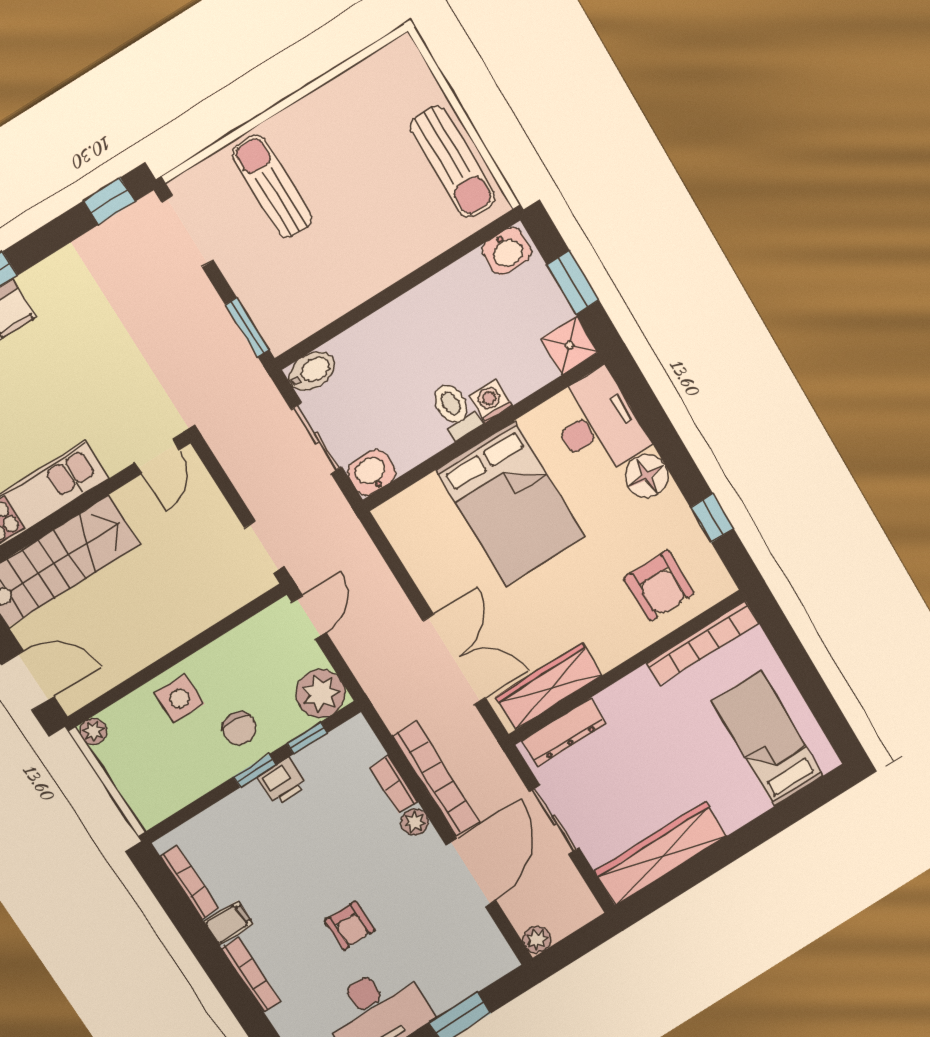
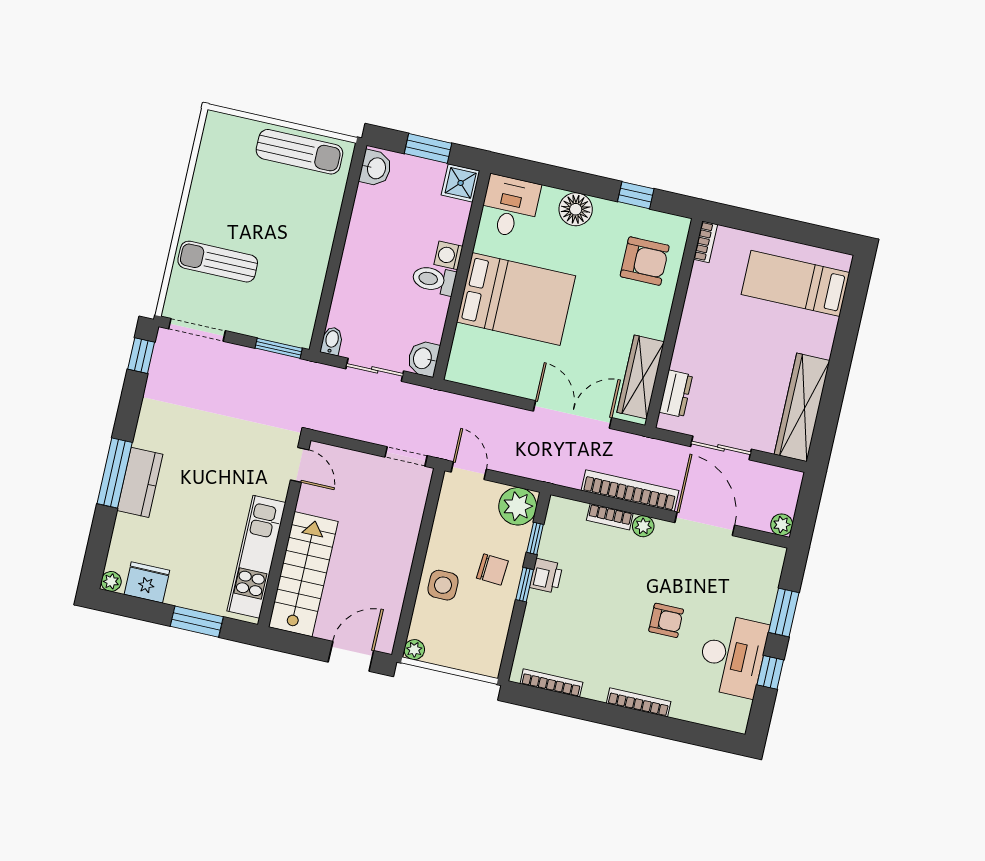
bidet: (312, 371) -> (332, 341), width x0.72, depth x0.74
desk: (597, 424) -> (510, 207), width x0.73
bookcase: (703, 643) -> (706, 242), width x0.43, depth x0.76
dresser: (564, 732) -> (676, 394), width x0.70
filing cabinet: (229, 923) -> (596, 685), removed

